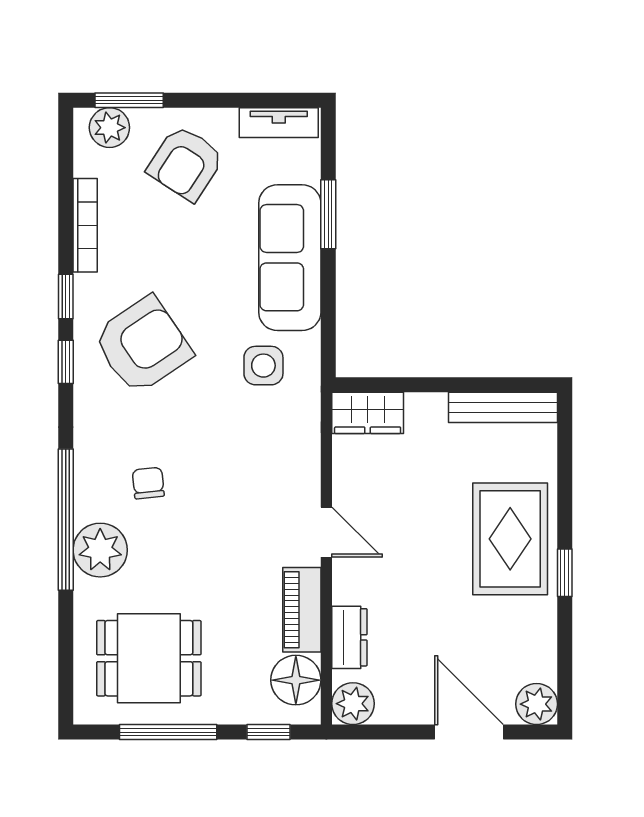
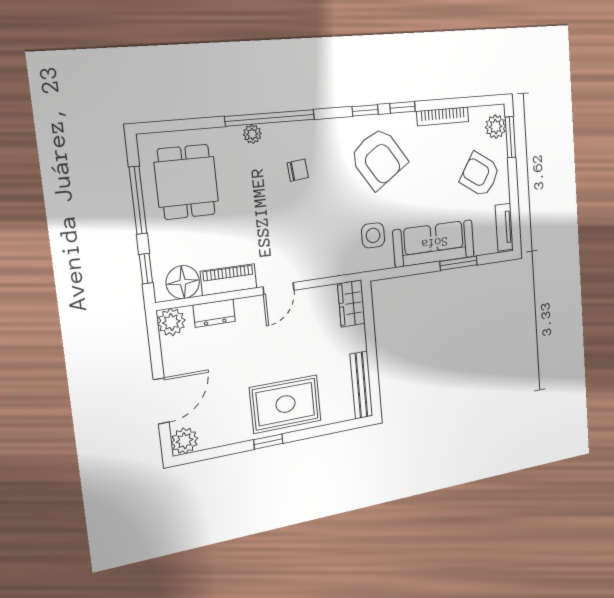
plant: (100, 550) -> (252, 134), width x0.53, depth x0.53

